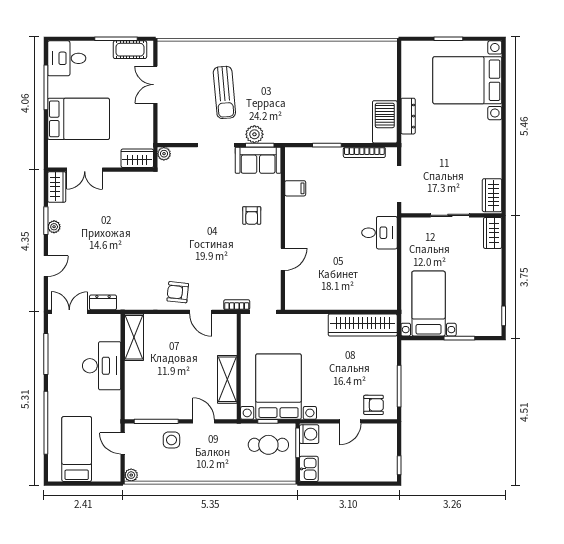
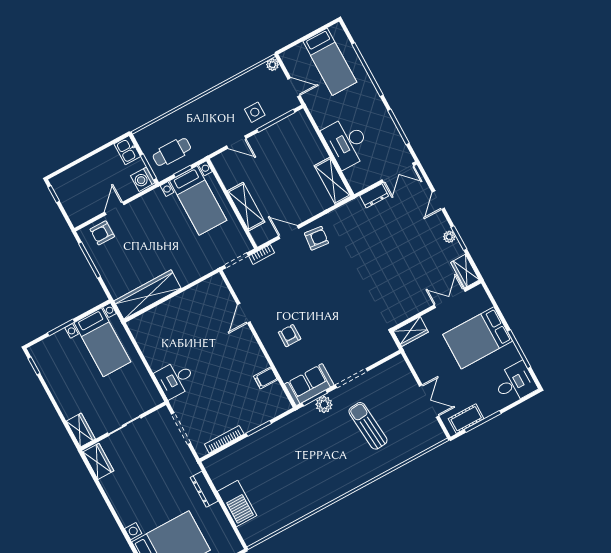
barbecue: (385, 122) -> (237, 503), moved
plant: (164, 154) -> (391, 347), removed
shelving: (227, 379) -> (246, 207), moved
bed with nightstands: (279, 387) -> (198, 201), width x0.73

